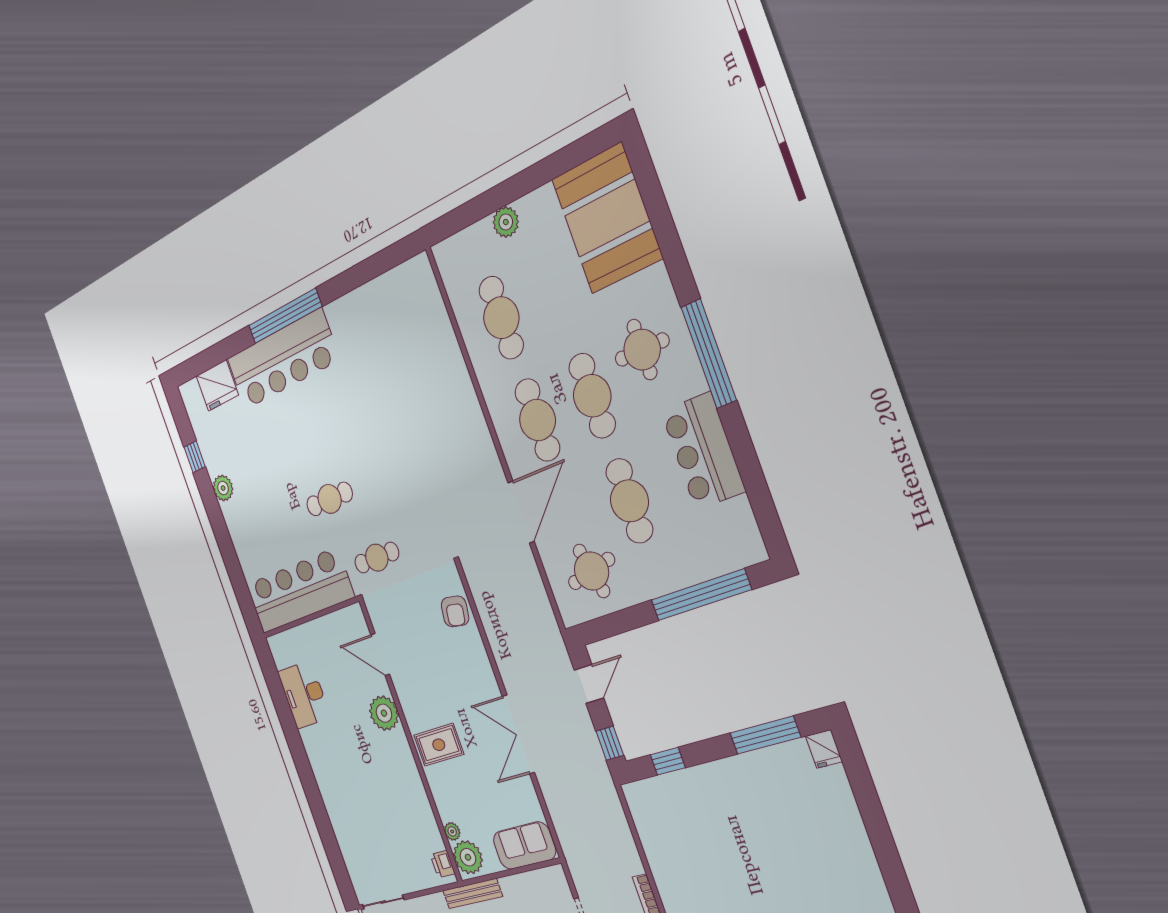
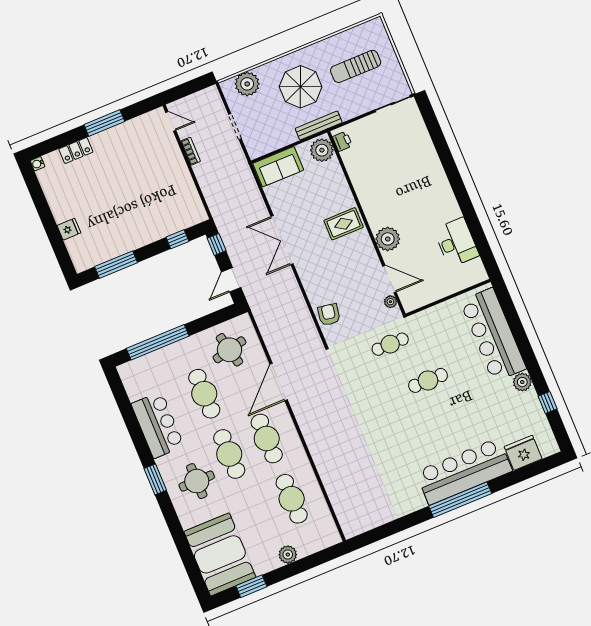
window: (559, 163) -> (251, 586), added
window: (709, 354) -> (155, 479), width x0.47
bar counter: (300, 591) -> (493, 335), moved, turned 90
double door: (518, 734) -> (282, 240), swing flipped
fridge: (824, 749) -> (69, 229), moved, turned 90
plant: (452, 831) -> (390, 302), moved

